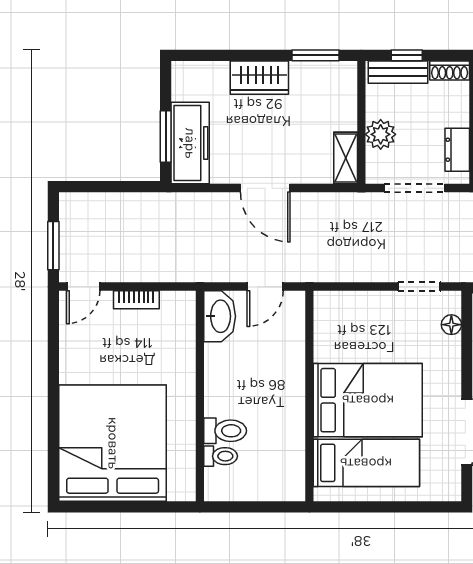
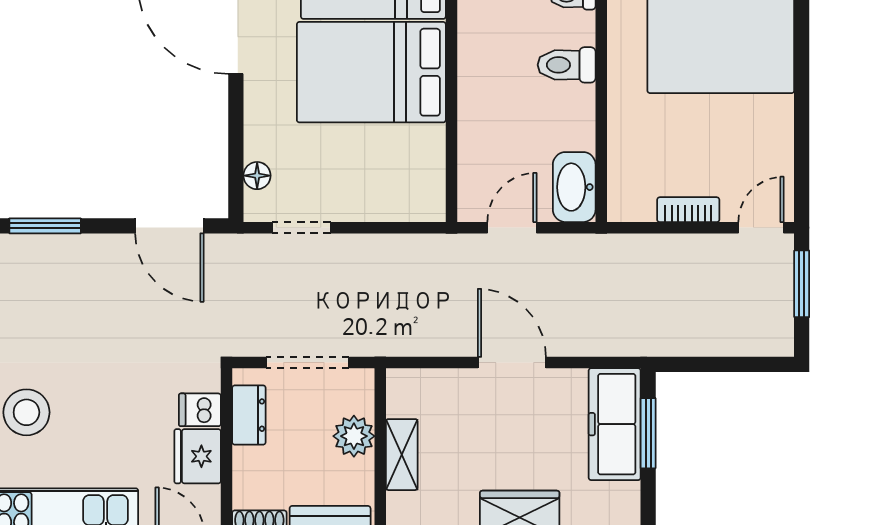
shelving: (346, 158) -> (402, 455), moved
toilet: (225, 431) -> (567, 65), moved

